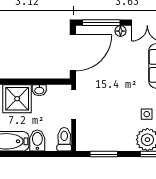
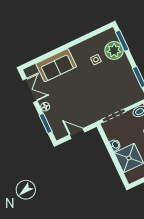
window: (101, 23) -> (46, 123), width x0.69
door: (73, 53) -> (77, 133), width x0.53

